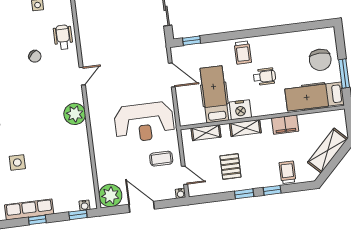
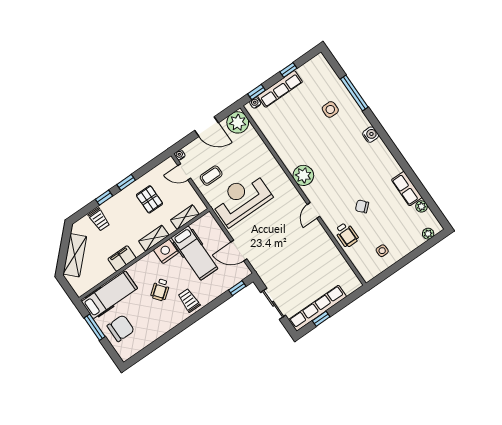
chair: (320, 60) -> (121, 328), turned 90
wheelchair: (264, 77) -> (160, 290), turned -38
row of seats: (29, 209) -> (280, 89), moved

